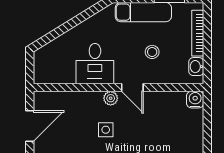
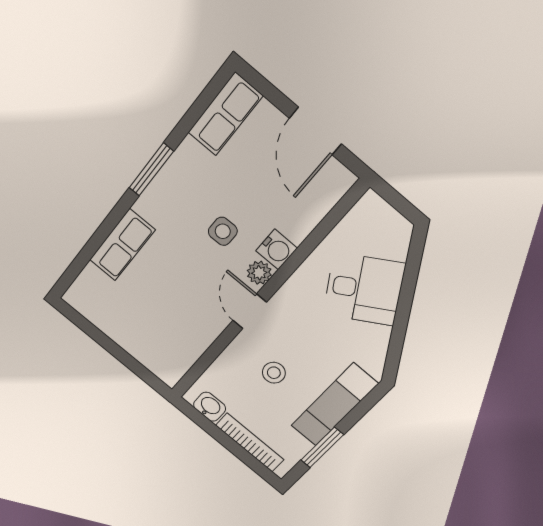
desk: (95, 64) -> (364, 289), moved, turned 148
door: (132, 87) -> (250, 311), hinge flipped
water cooler: (195, 100) -> (277, 249), moved

